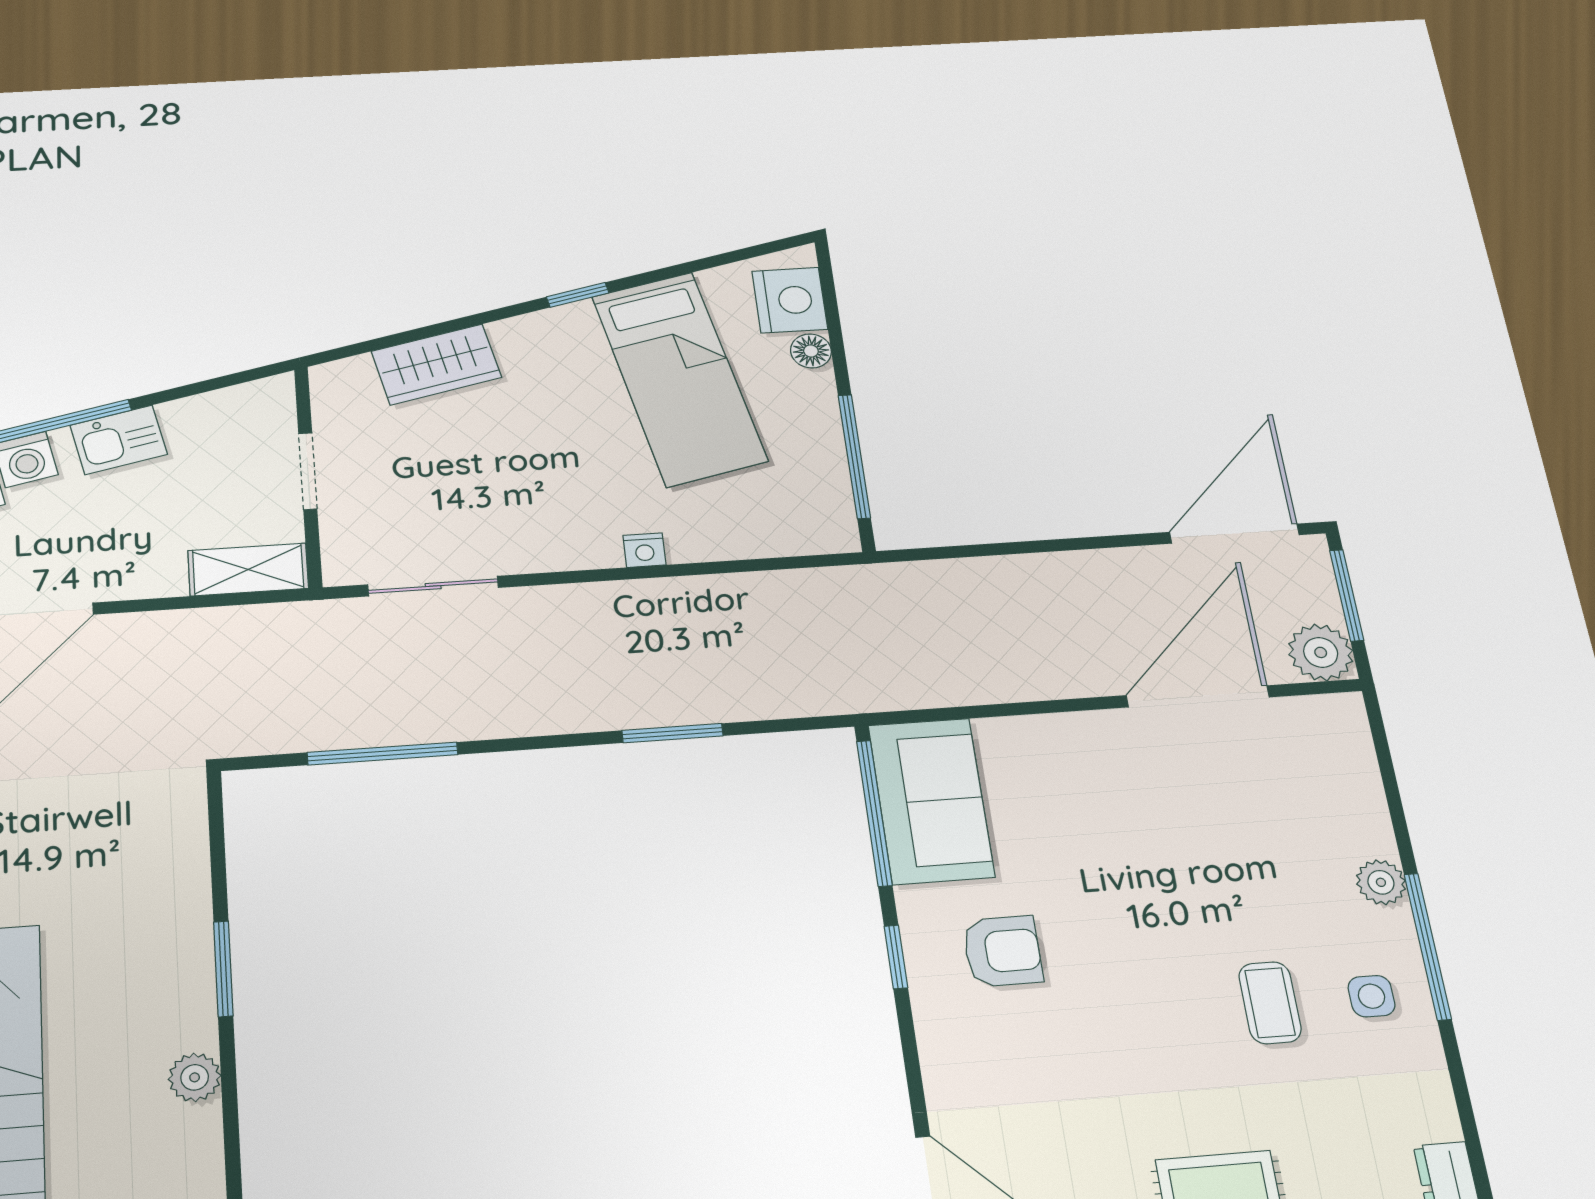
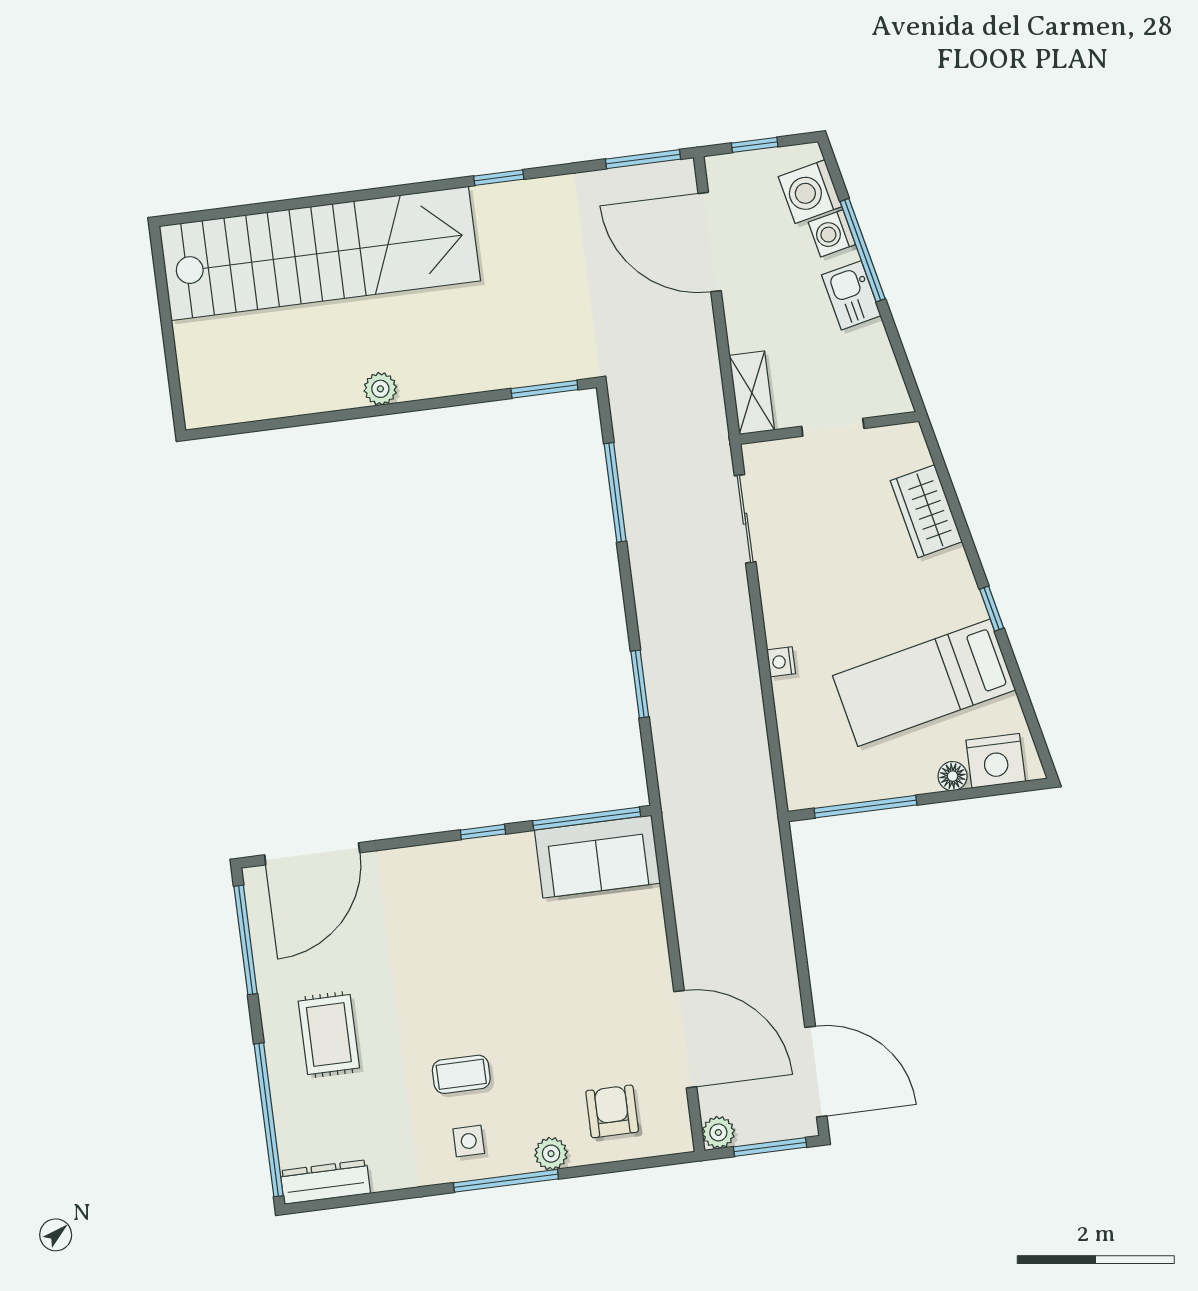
plant: (1321, 652) -> (718, 1132), width x0.73, depth x0.73
armchair: (1002, 951) -> (612, 1111), moved, turned 180
window: (223, 969) -> (544, 389), moved

